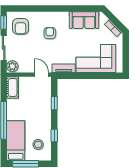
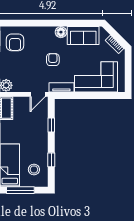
floor lamp: (63, 17) -> (61, 32), added
armchair: (50, 33) -> (53, 60), moved
door: (42, 75) -> (38, 94), swing flipped

